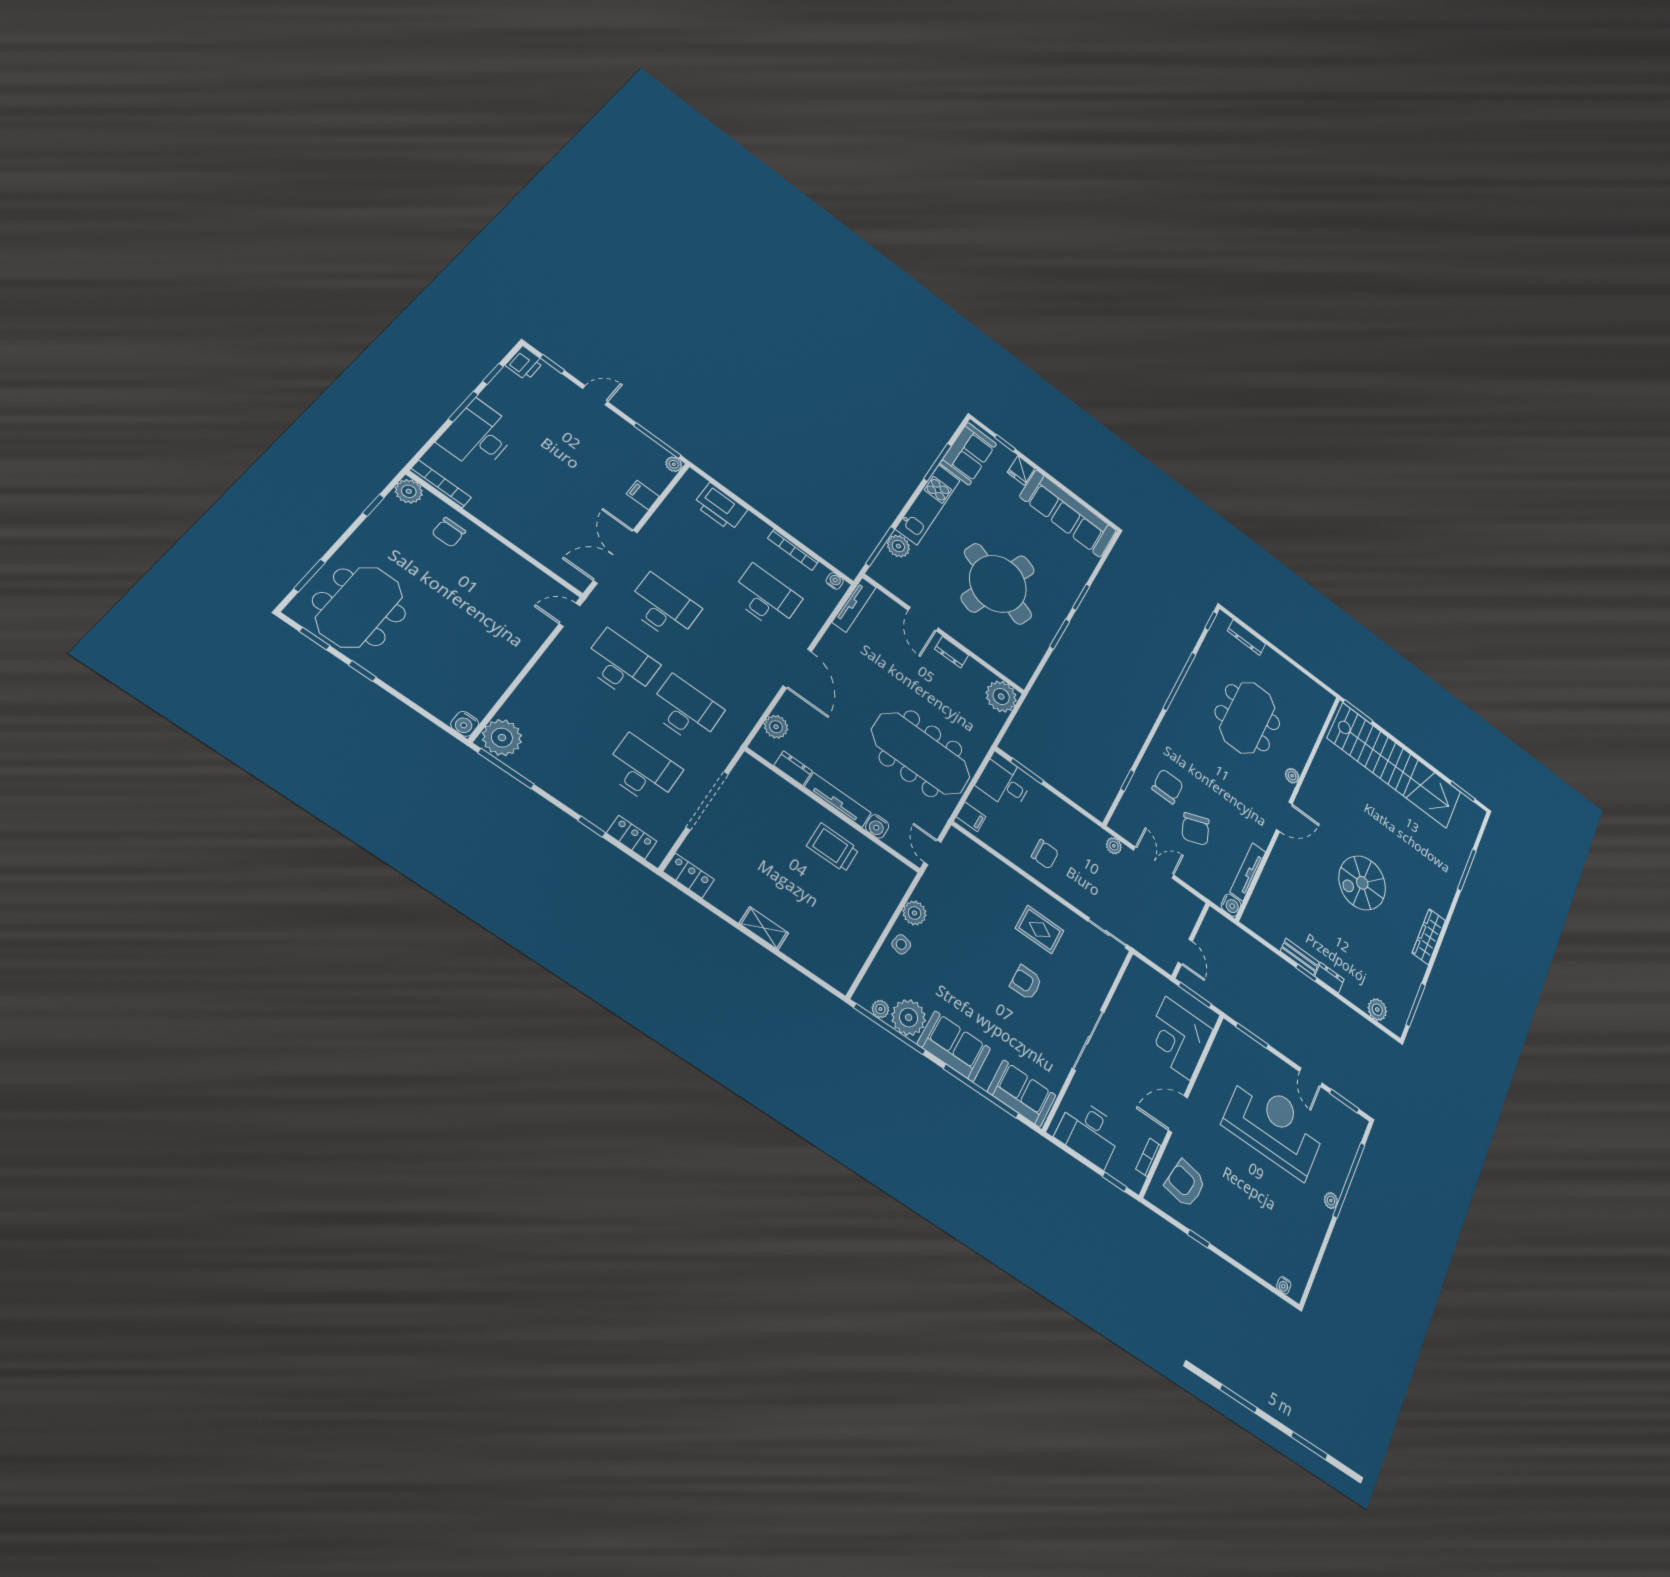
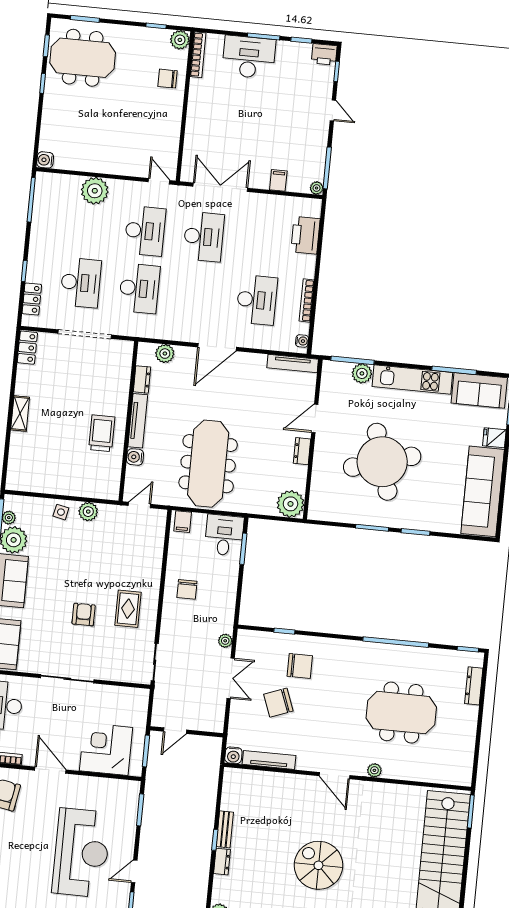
round table: (998, 584) -> (382, 462), turned -36
plant: (502, 738) -> (95, 191), moved

